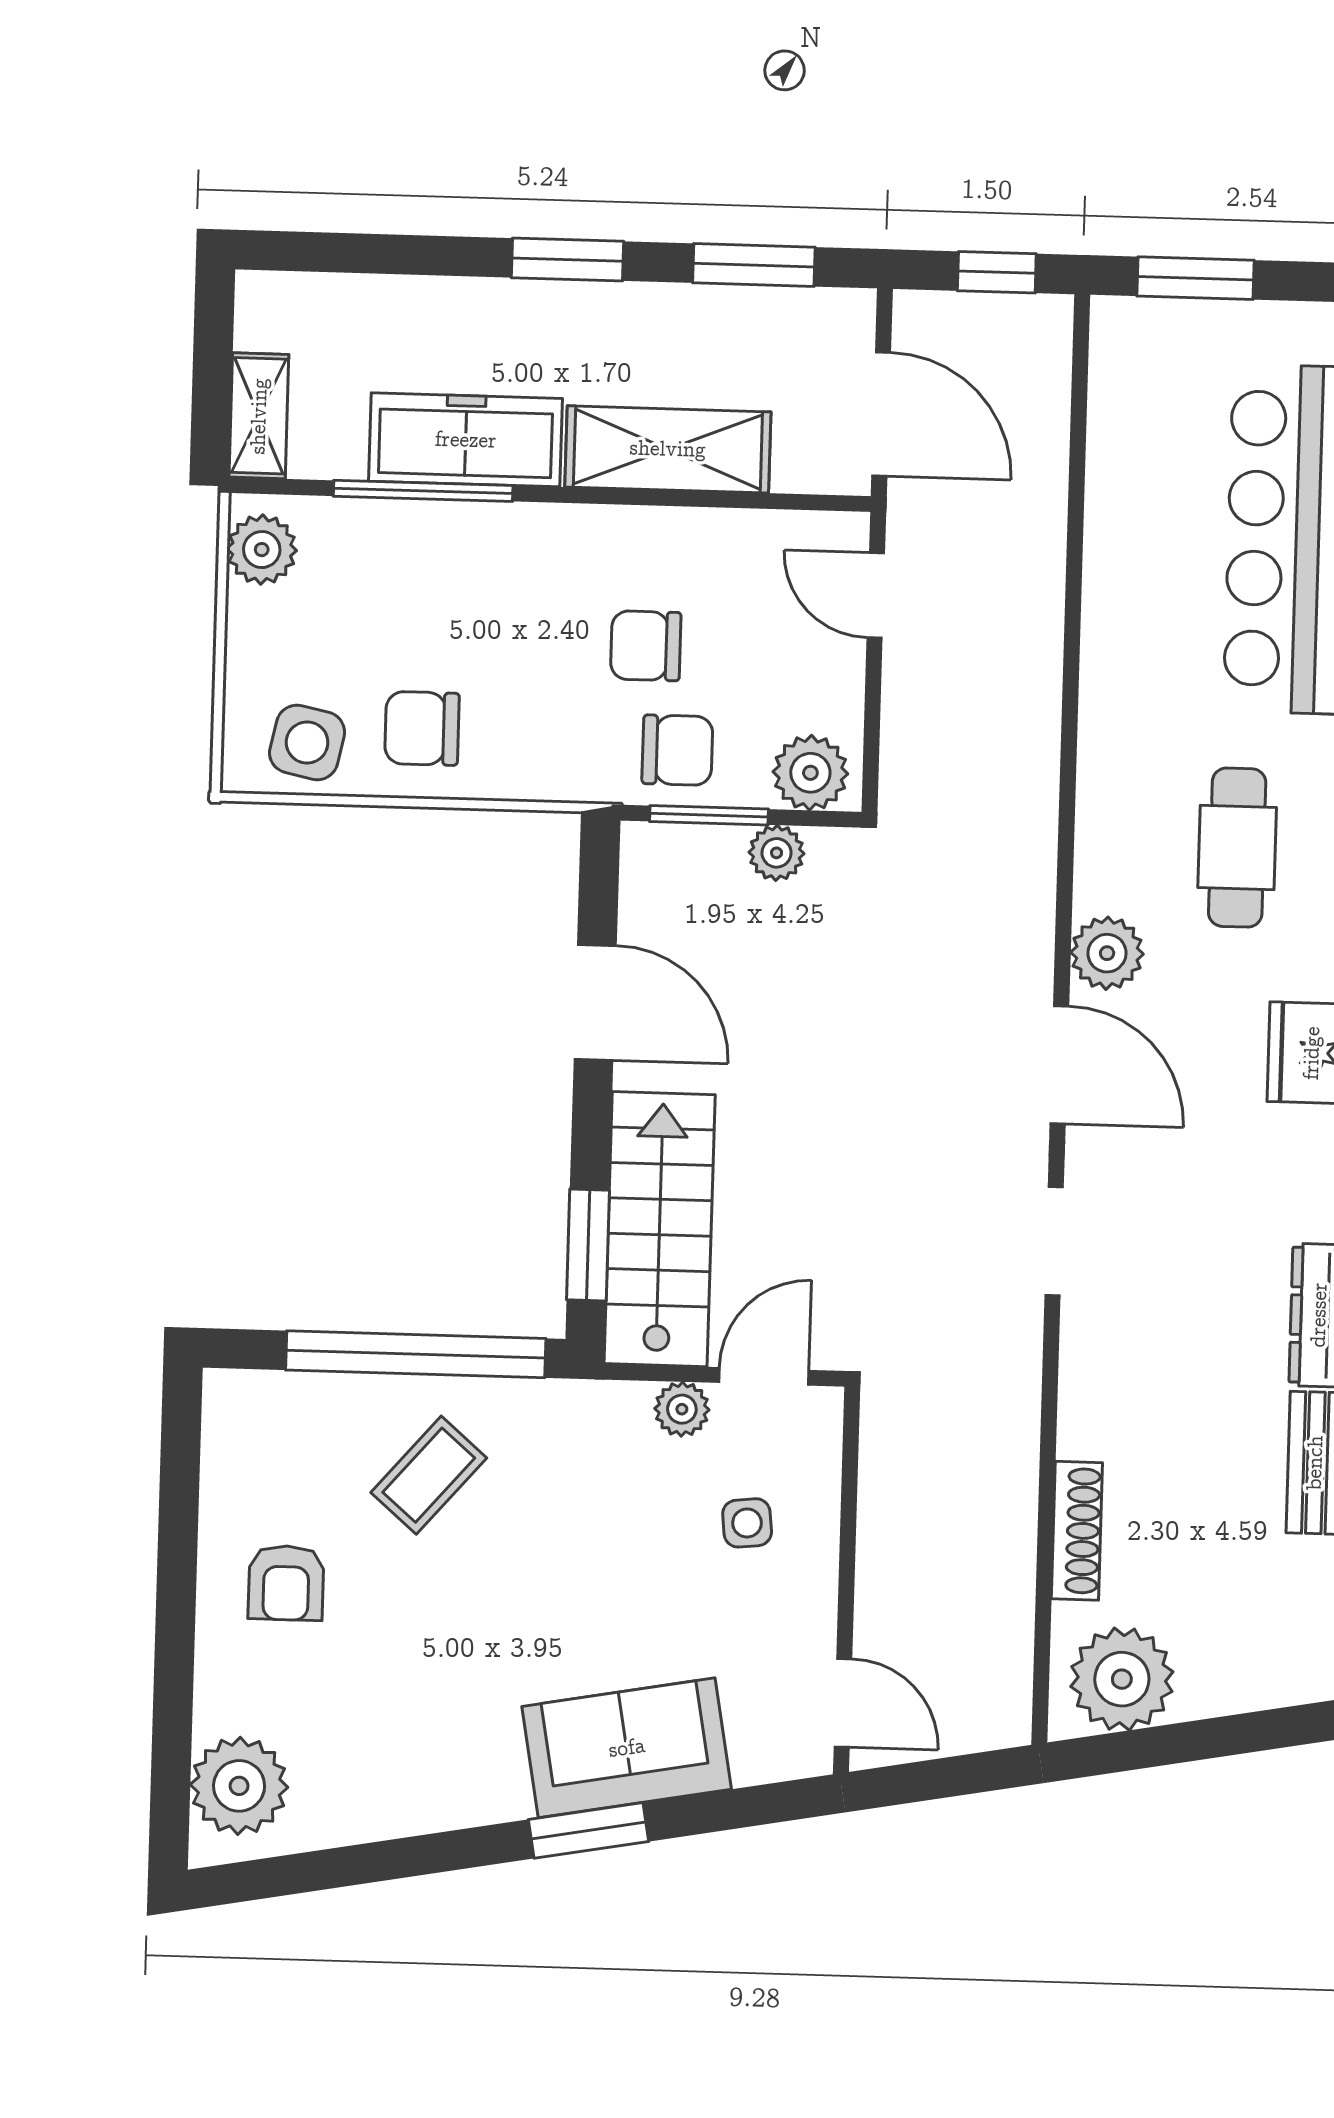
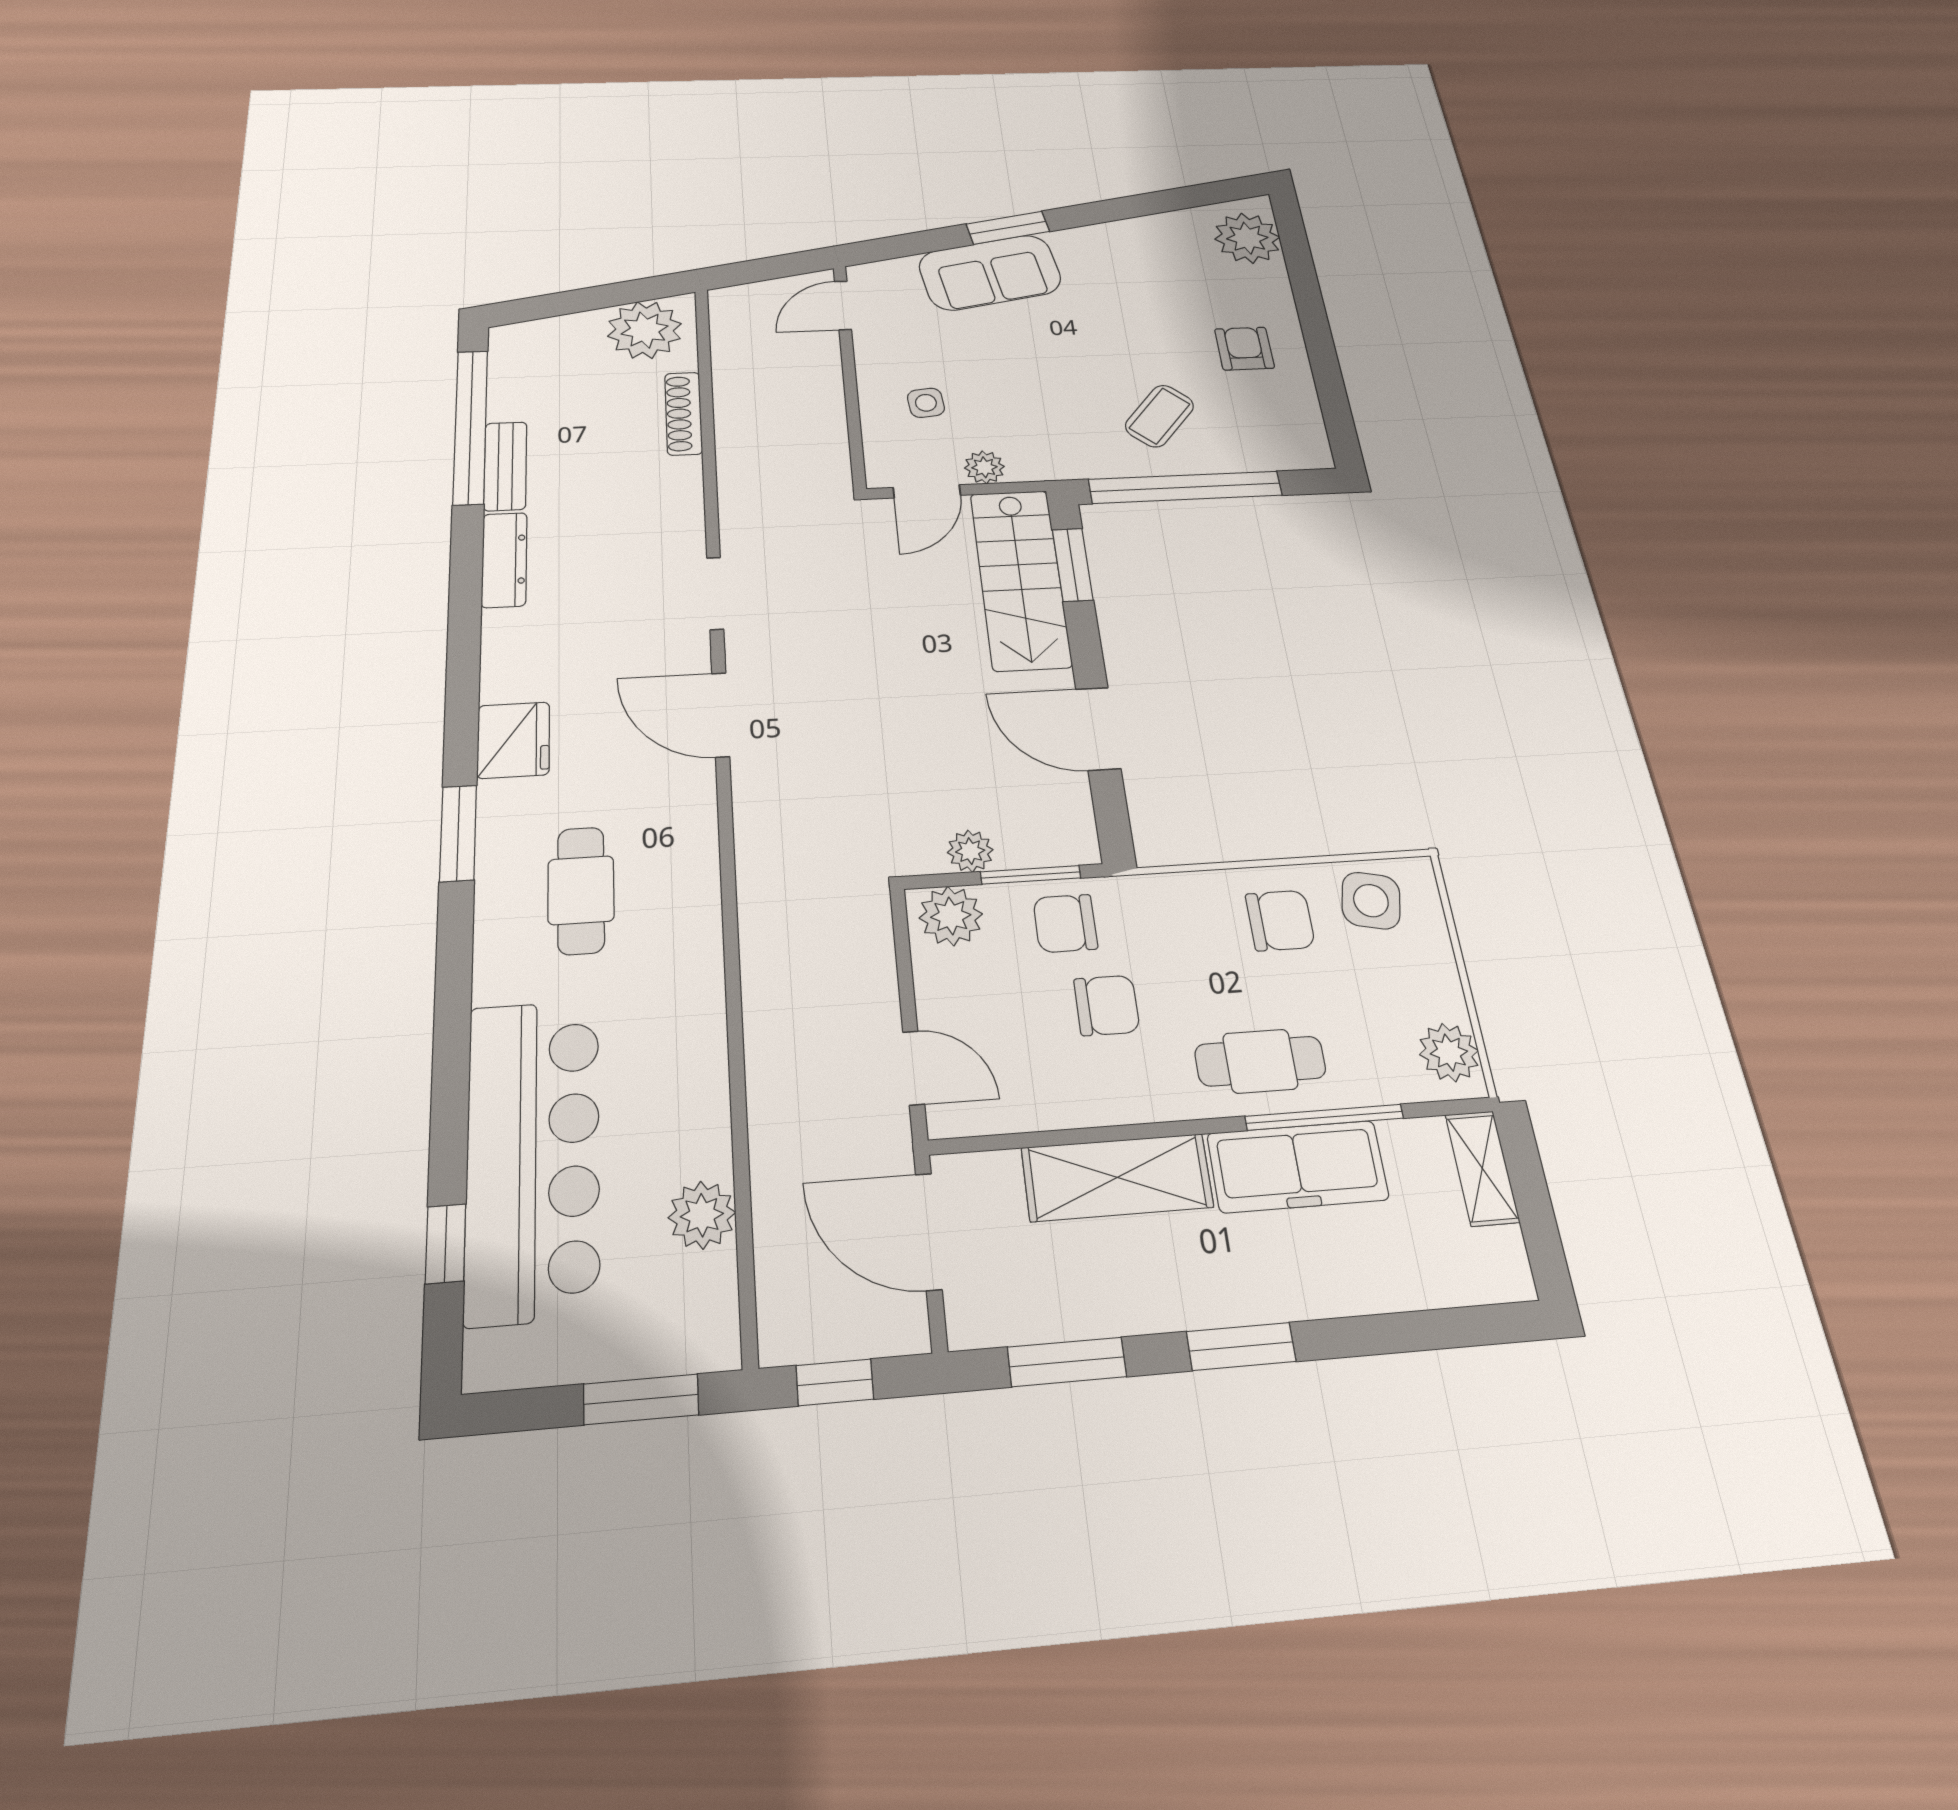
cafe table: (482, 562) -> (1260, 1061), added
plant: (1107, 953) -> (702, 1215), moved
door: (843, 1703) -> (843, 305), hinge flipped

